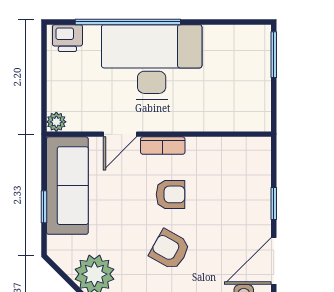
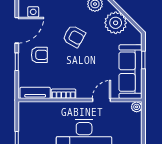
bookcase: (163, 146) -> (64, 94), moved
tv unit: (240, 147) -> (35, 93), added
armchair: (170, 194) -> (39, 55), moved, turned 180

